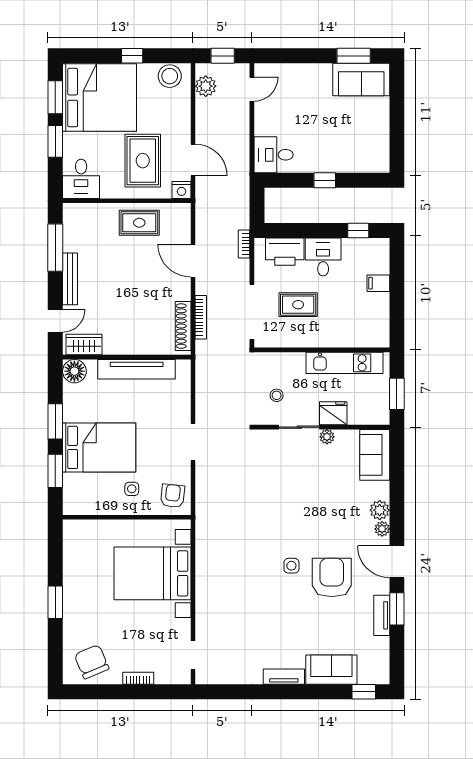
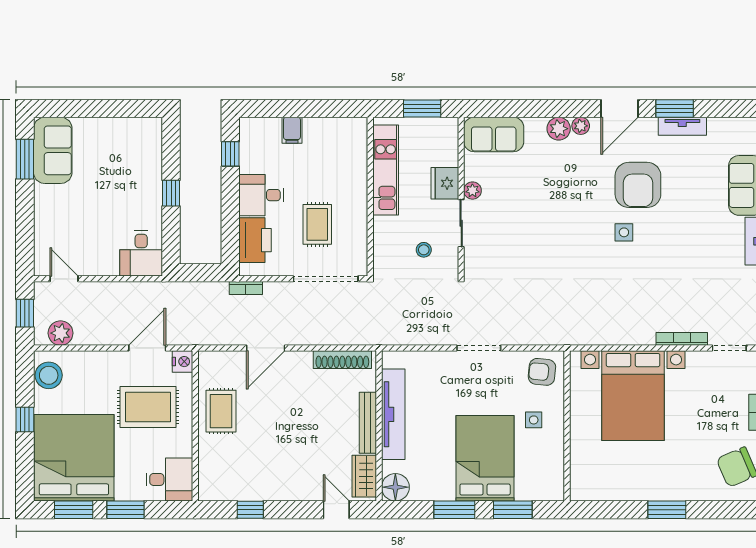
window: (55, 248) -> (250, 510), width x0.46
bench: (70, 279) -> (368, 423), moved, turned 90
bookcase: (201, 317) -> (682, 339), moved
armchair: (332, 578) -> (638, 185), turned -90

